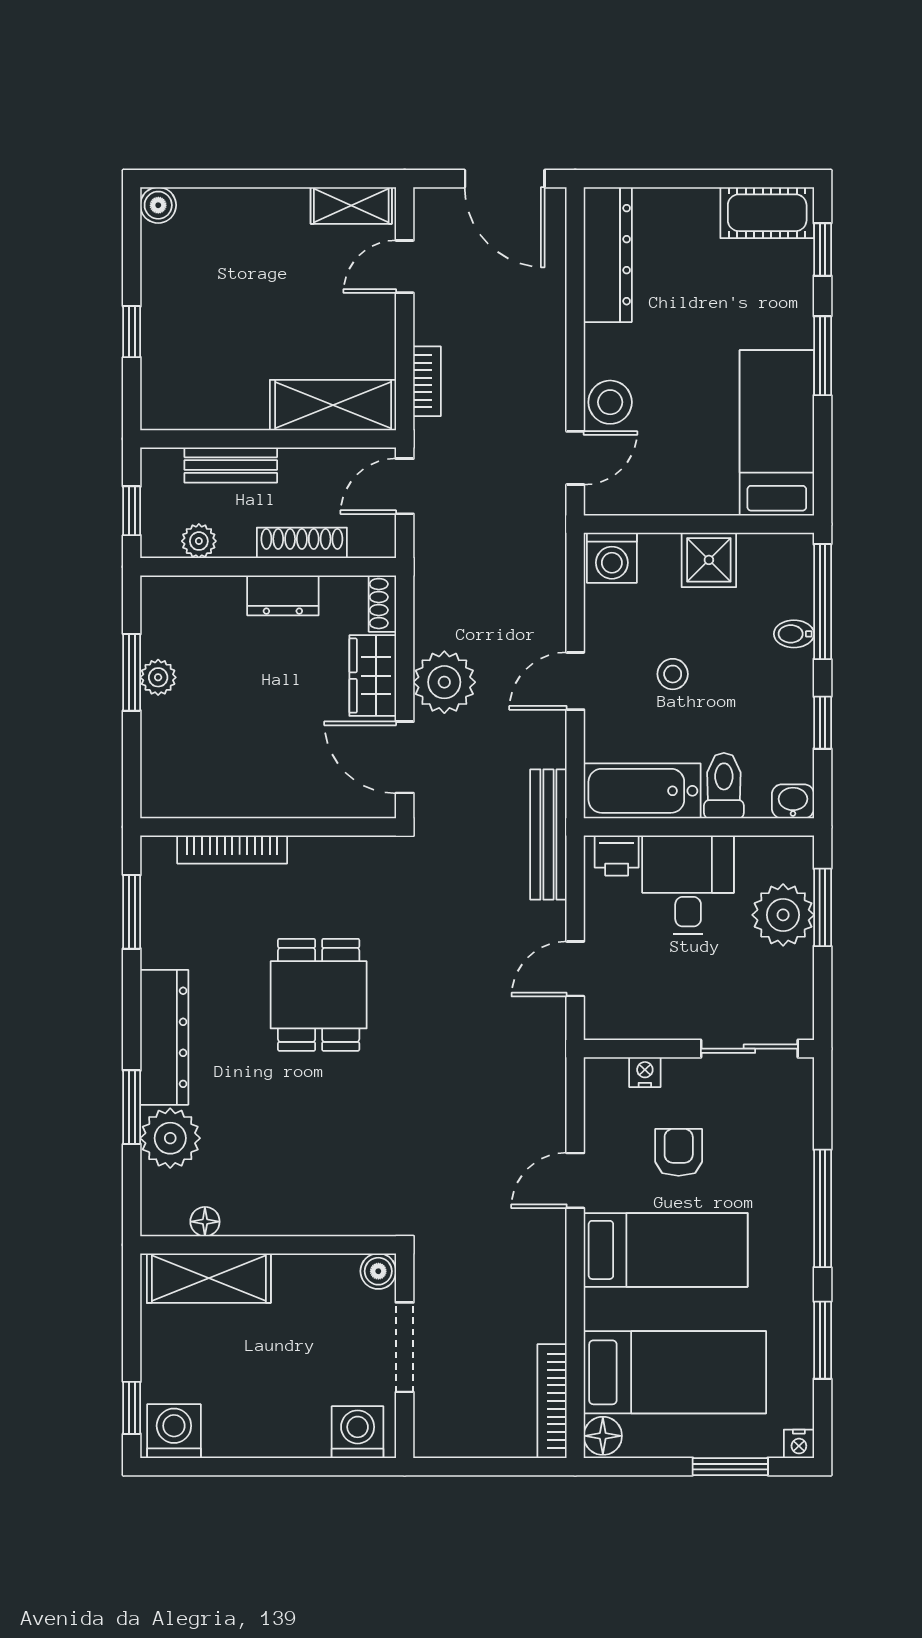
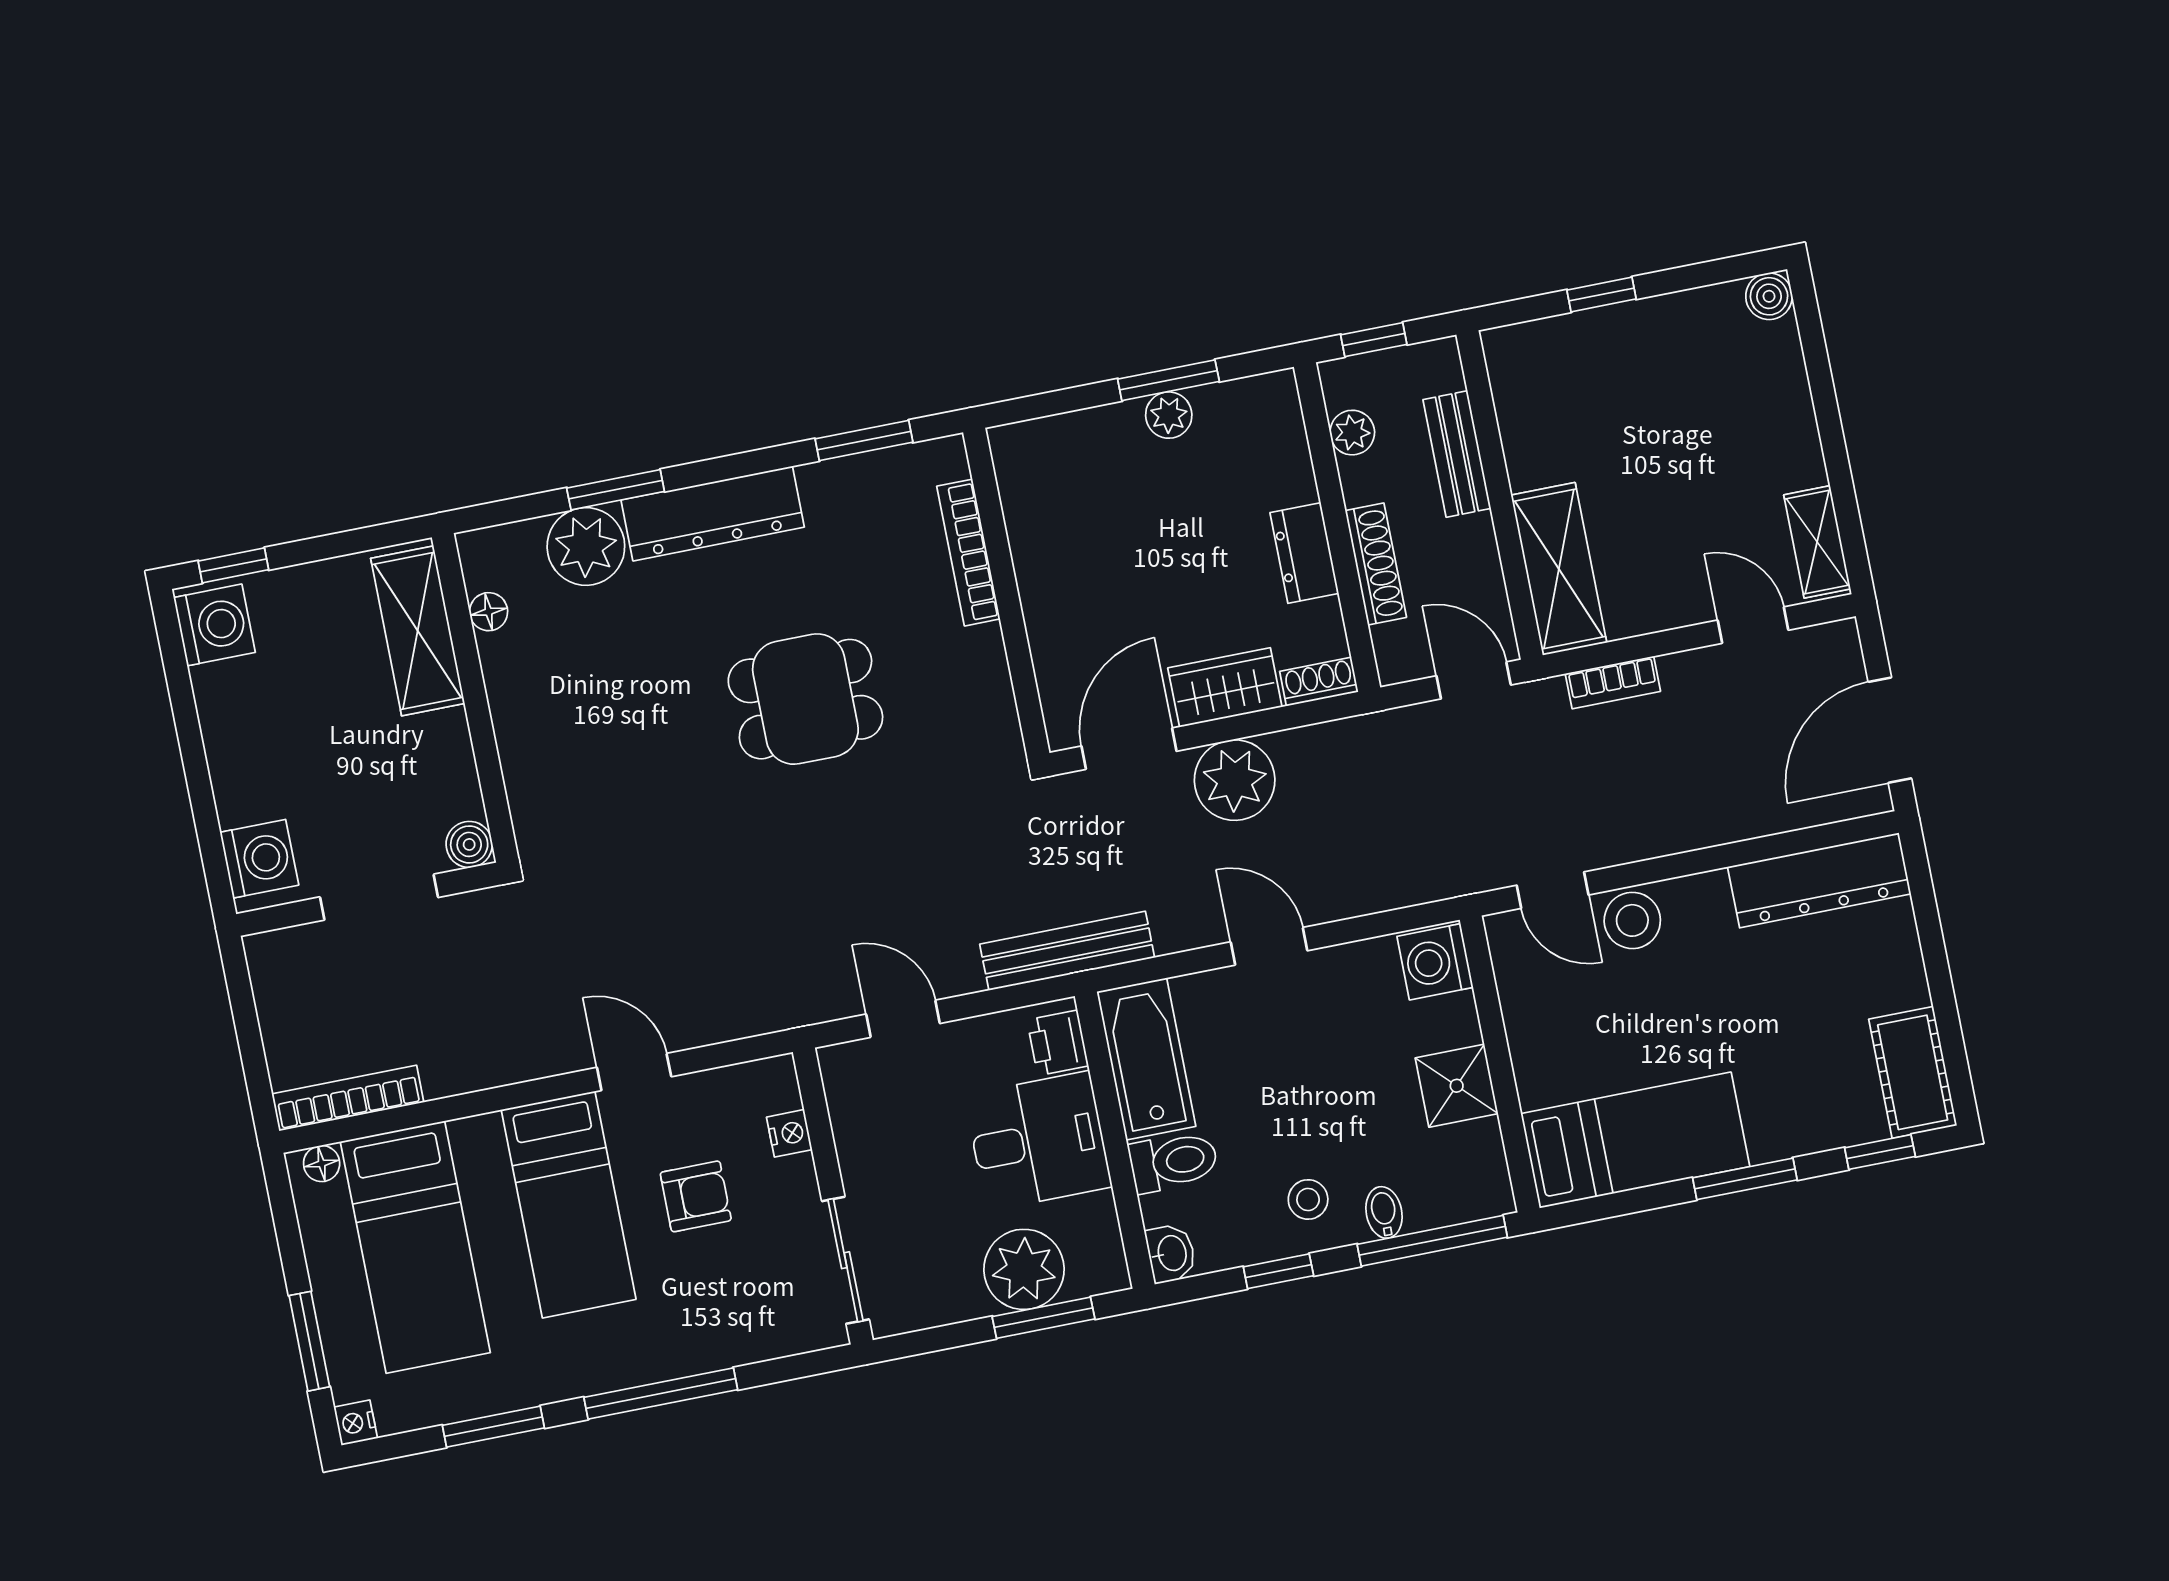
stool: (673, 674) -> (1308, 1199), moved
floor lamp: (603, 1436) -> (322, 1164), width x0.73, depth x0.73

